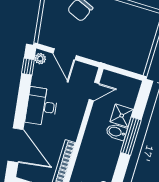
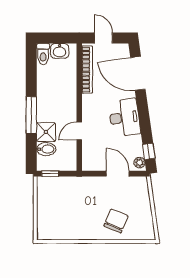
window: (130, 74) -> (50, 174), added
door: (94, 91) -> (79, 131), moved
bidet: (116, 132) -> (46, 149), moved

